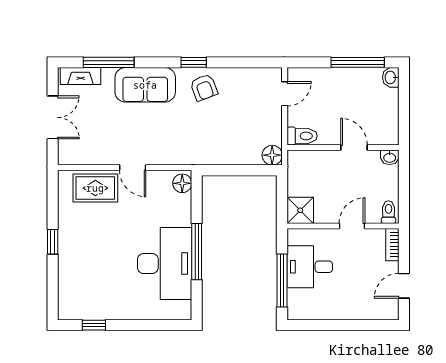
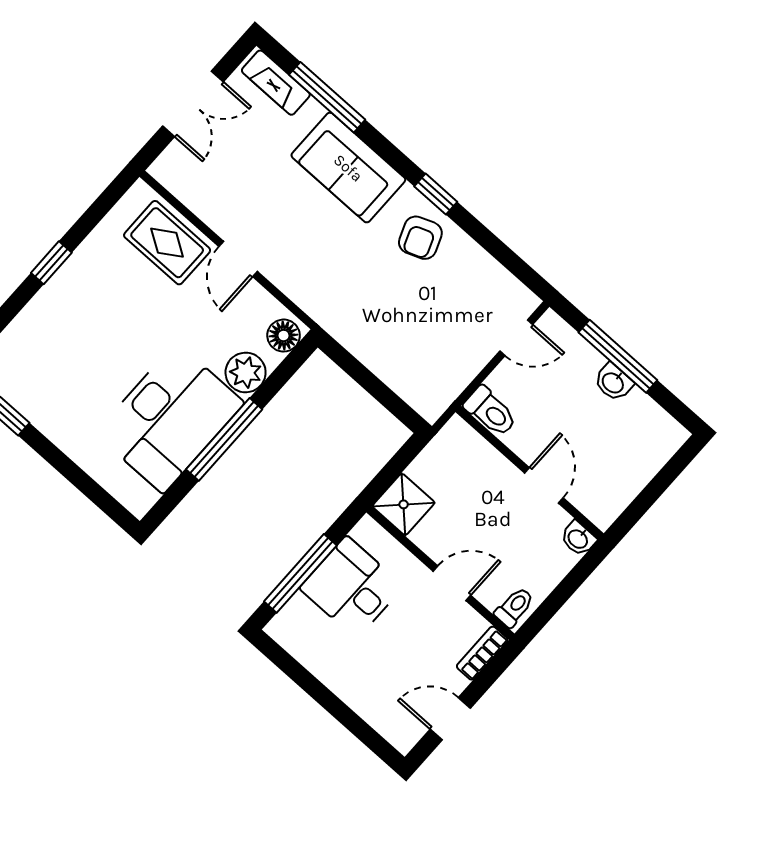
window: (358, 62) -> (618, 356), moved
washbasin: (391, 77) -> (613, 382), moved, turned -90
floor lamp: (272, 155) -> (430, 402), removed
plant: (180, 214) -> (246, 372), added

